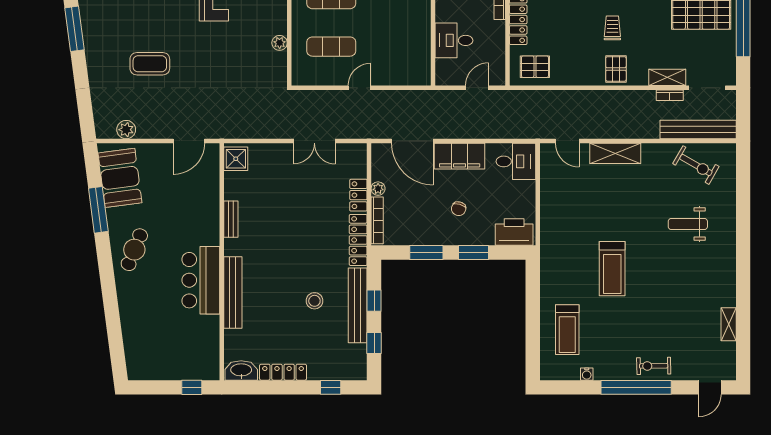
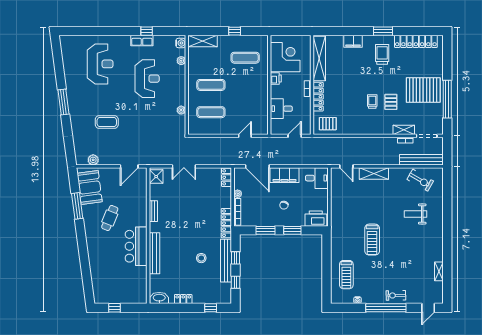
pallet: (616, 69) -> (391, 102), moved
door: (360, 88) -> (245, 136), moved
double door: (314, 141) -> (184, 166), moved
locker: (358, 195) -> (226, 177), moved
cafe table: (134, 250) -> (110, 218), moved
locker: (283, 372) -> (183, 299), width x0.66
window: (192, 387) -> (115, 308), moved

